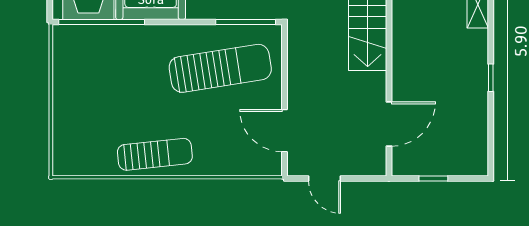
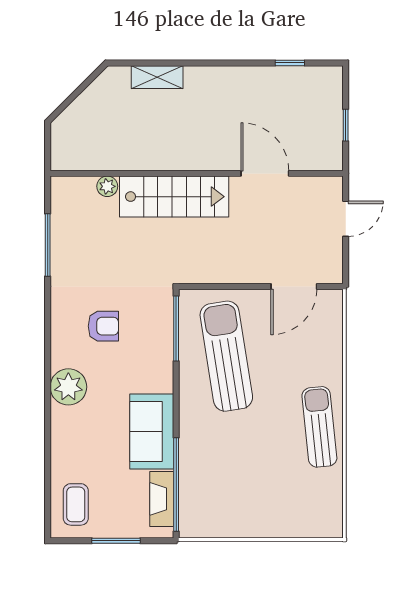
window: (491, 78) -> (290, 63), moved
door: (389, 124) -> (265, 173), moved
door: (325, 178) -> (346, 219), moved

